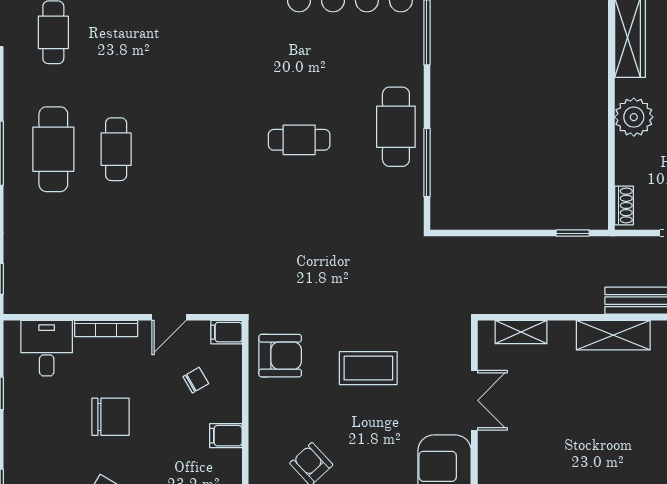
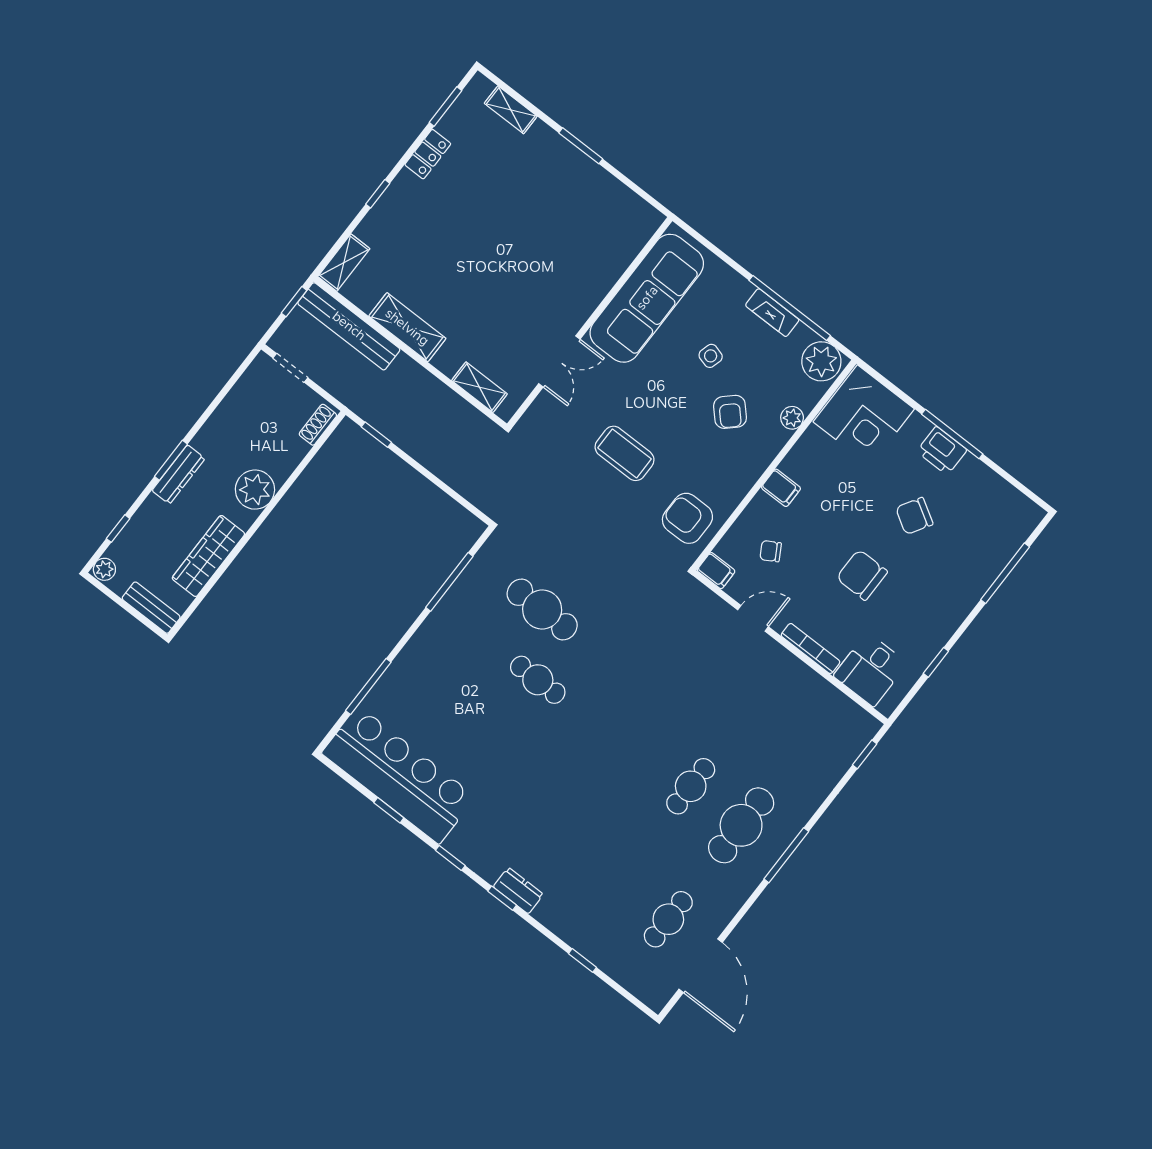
cafe table: (396, 127) -> (542, 609), moved, turned 90
double door: (474, 400) -> (559, 361), swing flipped

